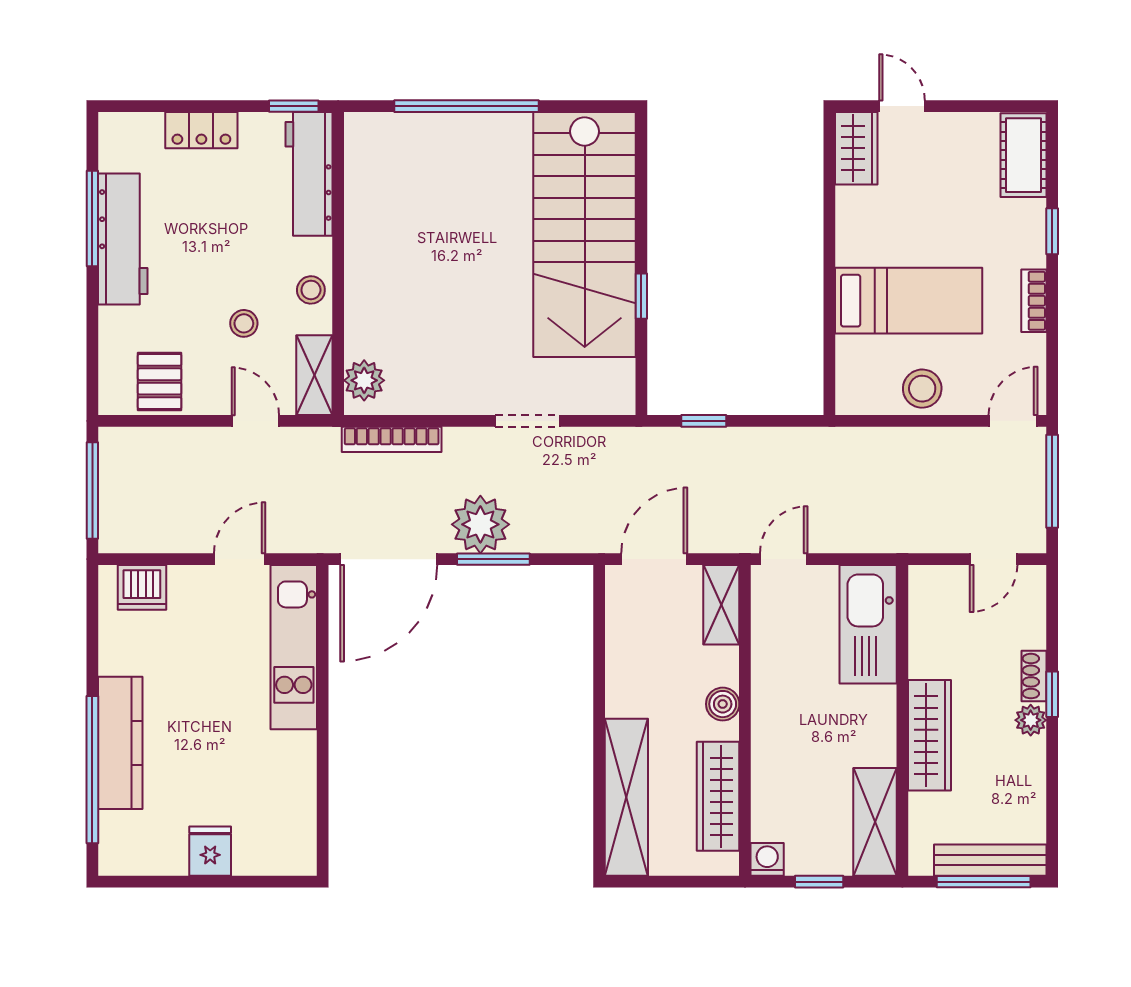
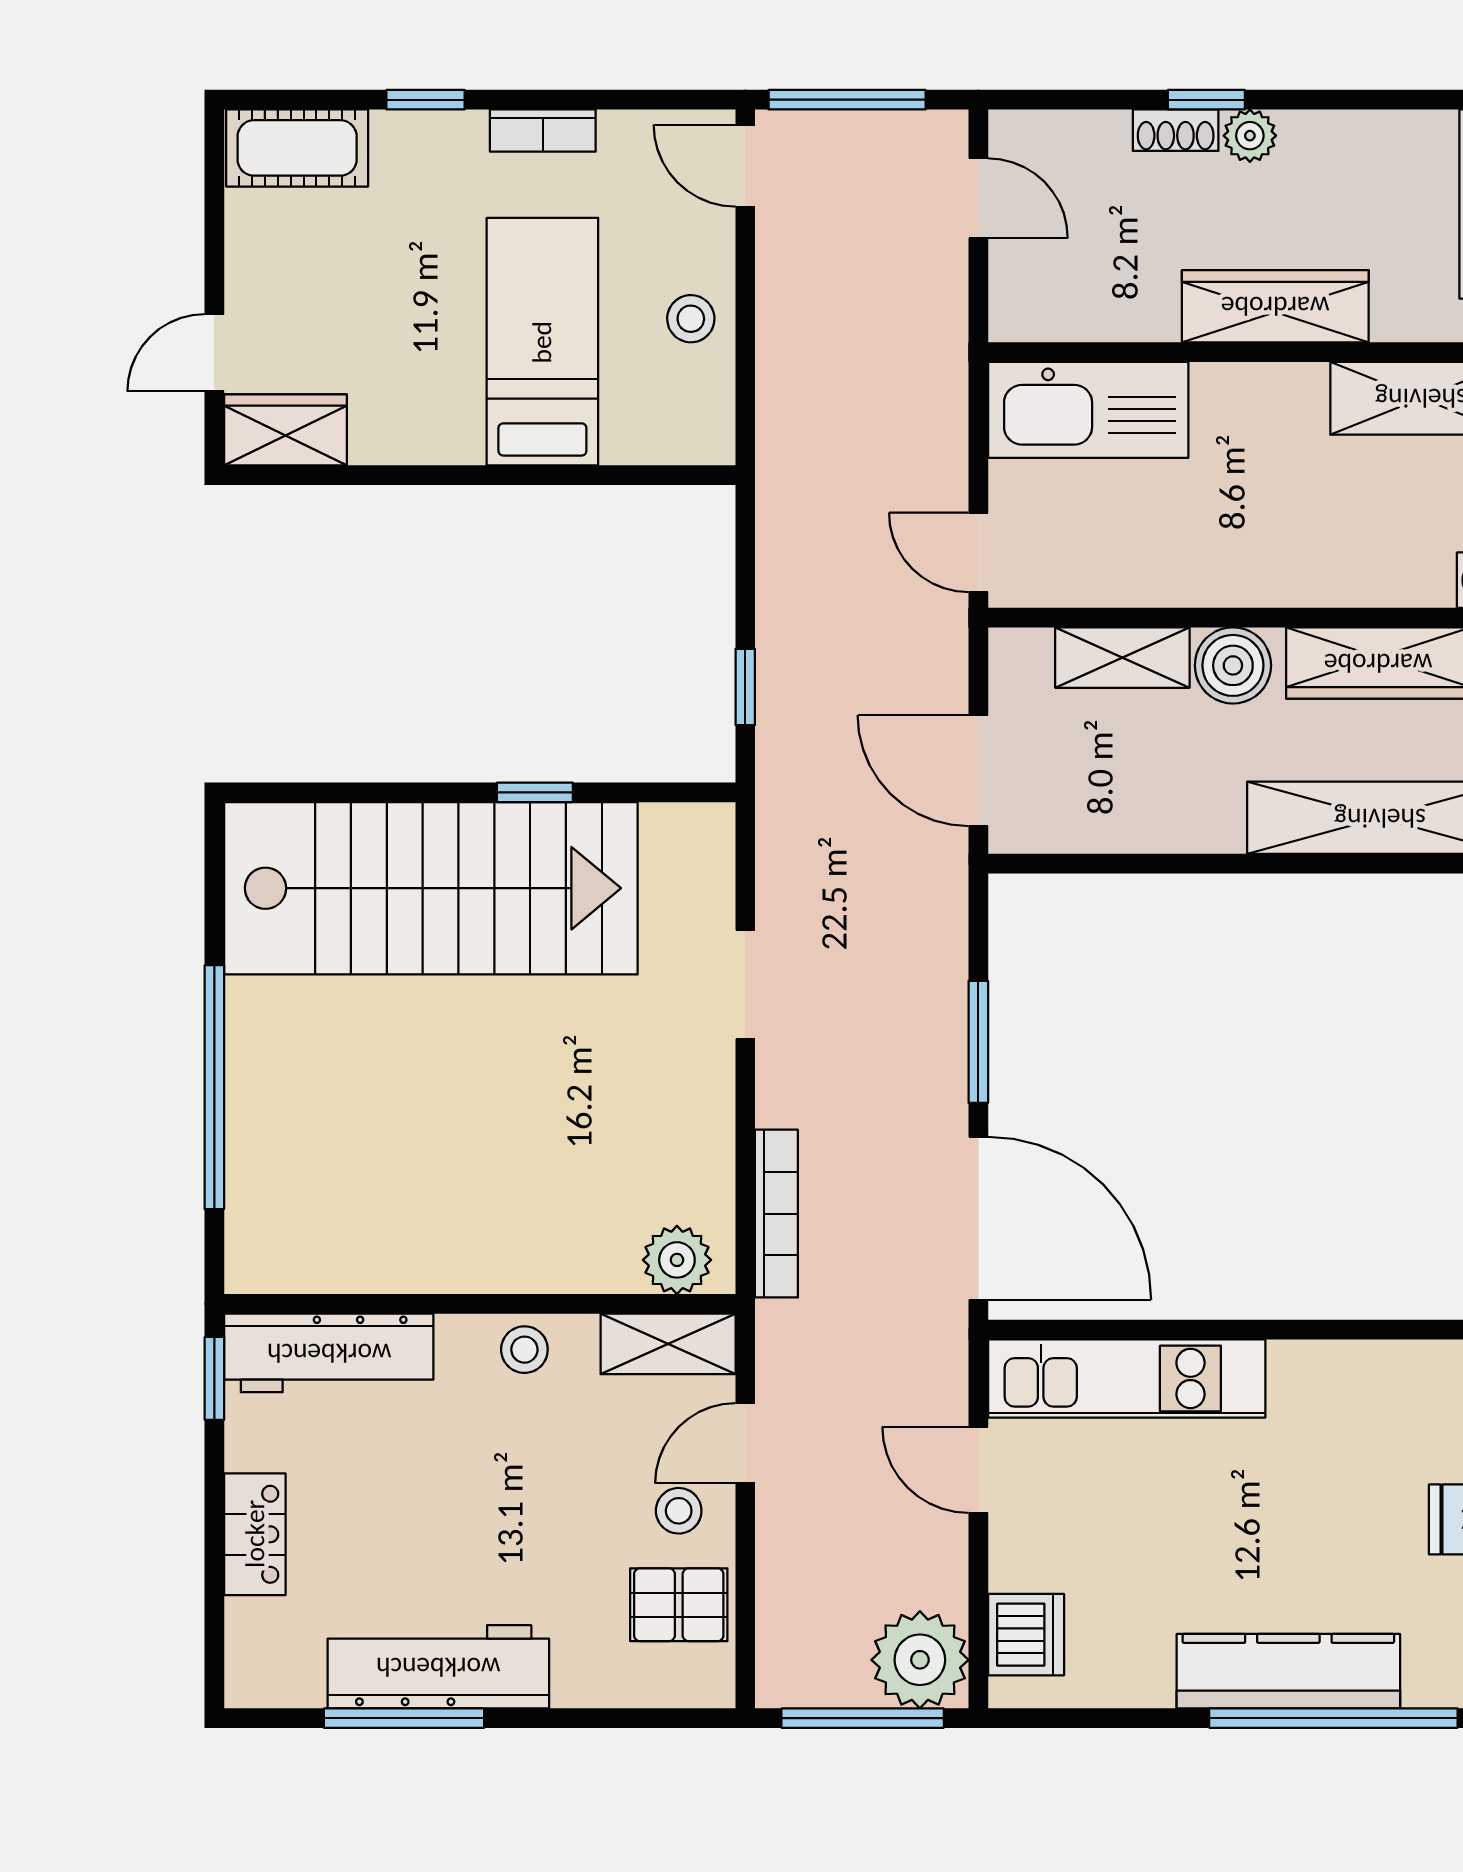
stool: (244, 323) -> (679, 1511), moved
stool: (922, 389) -> (691, 319), width x0.73, depth x0.73
plant: (480, 524) -> (920, 1660), moved
shelving: (721, 605) -> (1122, 658), moved
boiler: (723, 704) -> (1233, 665), width x1.36, depth x1.36

